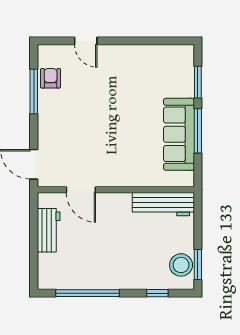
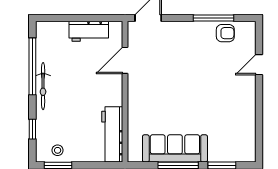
stool: (181, 265) -> (58, 150), width x0.53, depth x0.53
bicycle: (109, 281) -> (43, 86), added

